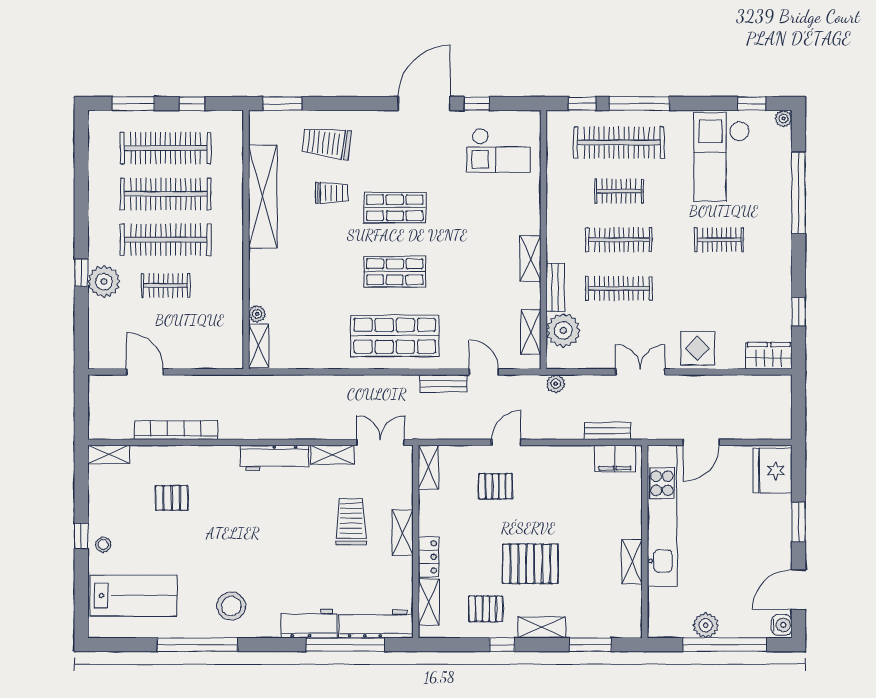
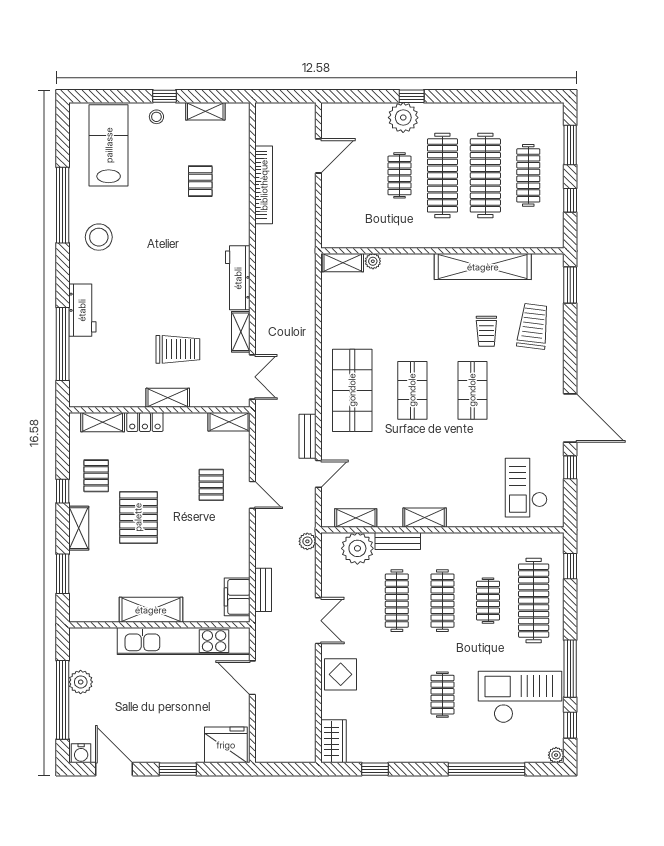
window: (639, 104) -> (570, 669), moved
clothes rail: (166, 148) -> (528, 175), width x0.73, depth x0.76
shelving: (109, 454) -> (205, 111), moved, turned 90
shelving: (632, 562) -> (151, 610), width x1.50, depth x1.33
lab bench: (134, 596) -> (109, 145), turned 180
workbench: (376, 624) -> (82, 373), removed

